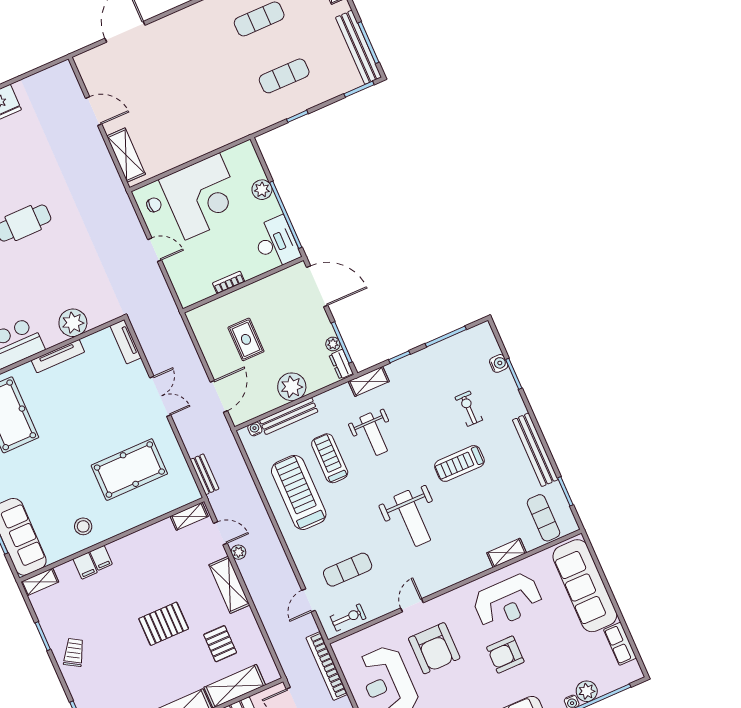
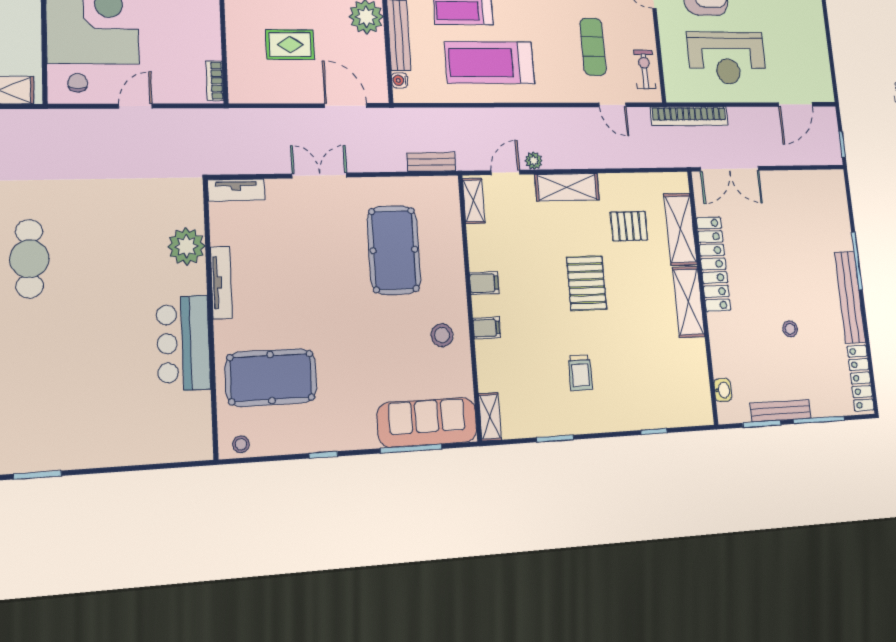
bookcase: (229, 282) -> (215, 81), moved
filing cabinet: (85, 566) -> (484, 283), moved
trolley: (74, 652) -> (580, 373), moved, turned -121

